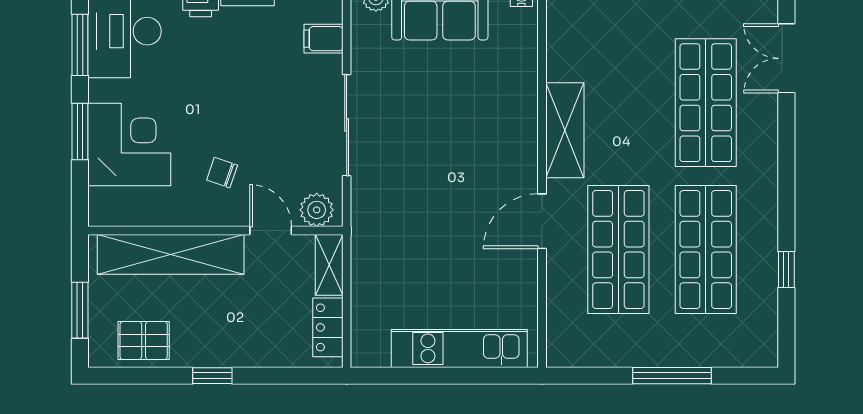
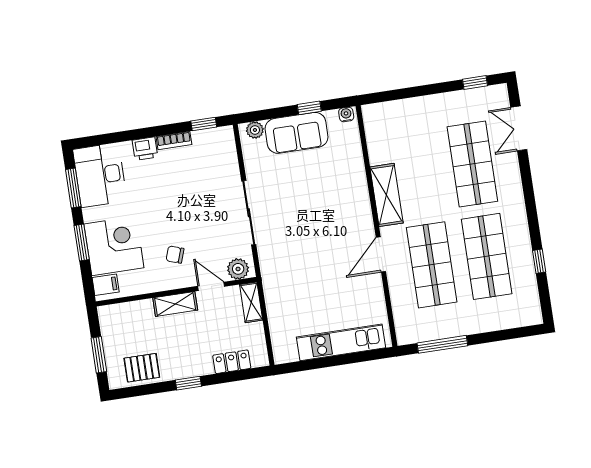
filing cabinet: (323, 39) -> (106, 285), moved, turned 180
shelving: (171, 254) -> (175, 304), width x0.45, depth x0.75
locker: (328, 327) -> (232, 362), moved, turned 90
window: (672, 376) -> (442, 344), moved

